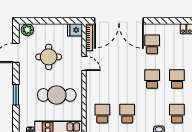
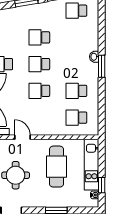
door: (84, 63) -> (23, 137), hinge flipped
school desk: (177, 114) -> (39, 91), moved

